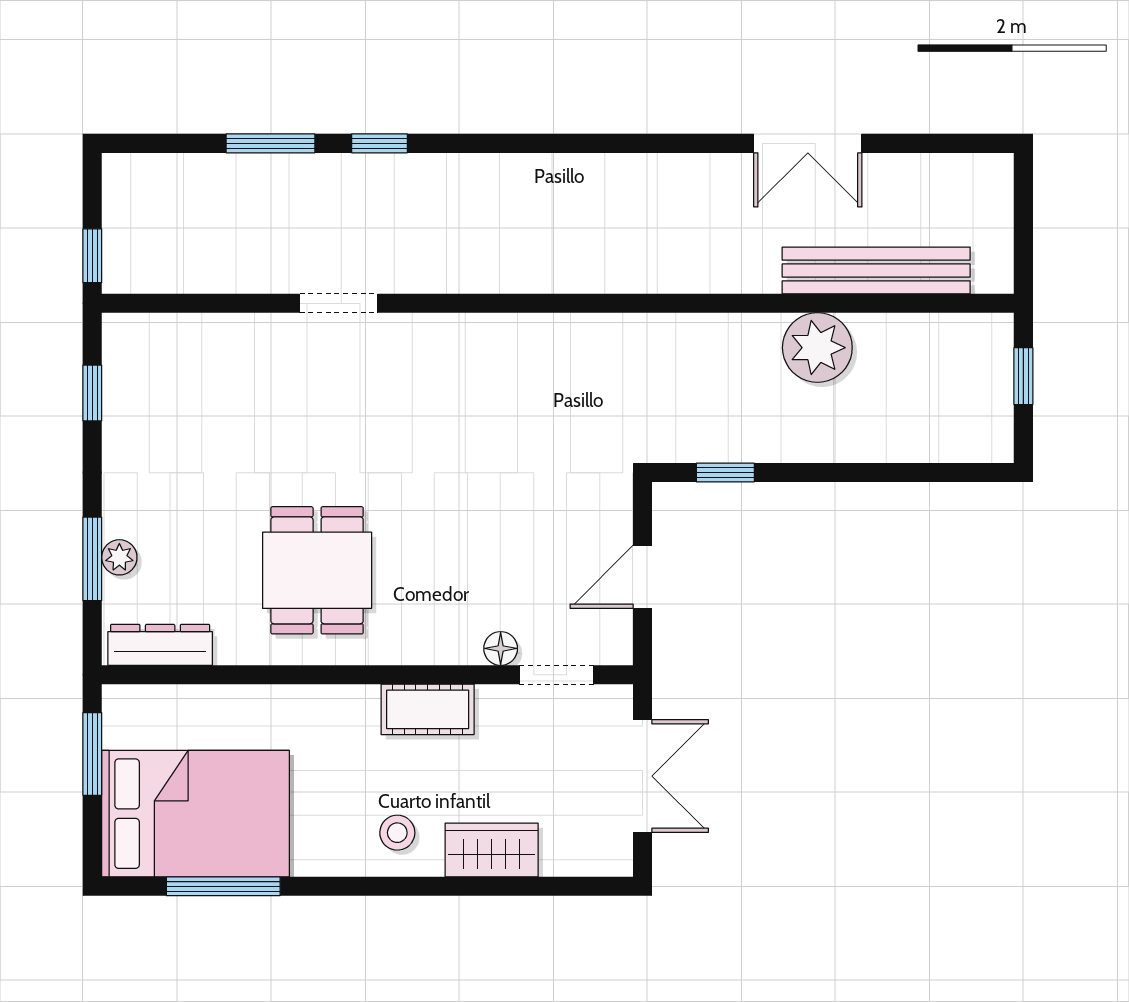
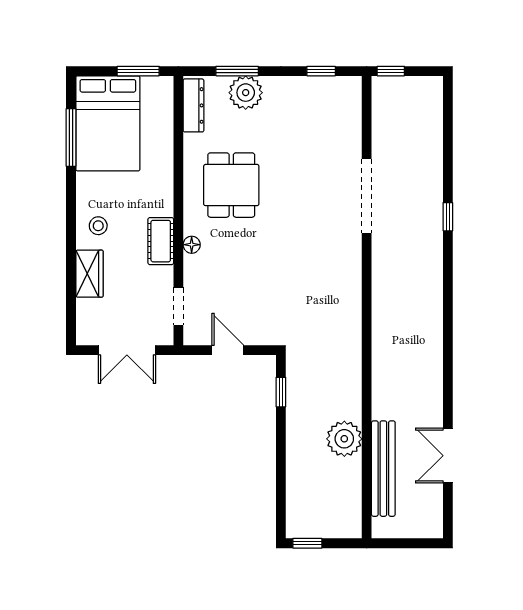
window: (271, 143) -> (448, 161), removed
double door: (808, 143) -> (448, 456), moved
doorway: (339, 303) -> (367, 196), width x1.87
window: (1023, 376) -> (307, 543), moved
plant: (119, 557) -> (246, 93), width x1.87, depth x1.87
dining table: (317, 570) -> (231, 185), turned 90
floor lamp: (501, 648) -> (192, 245), moved

